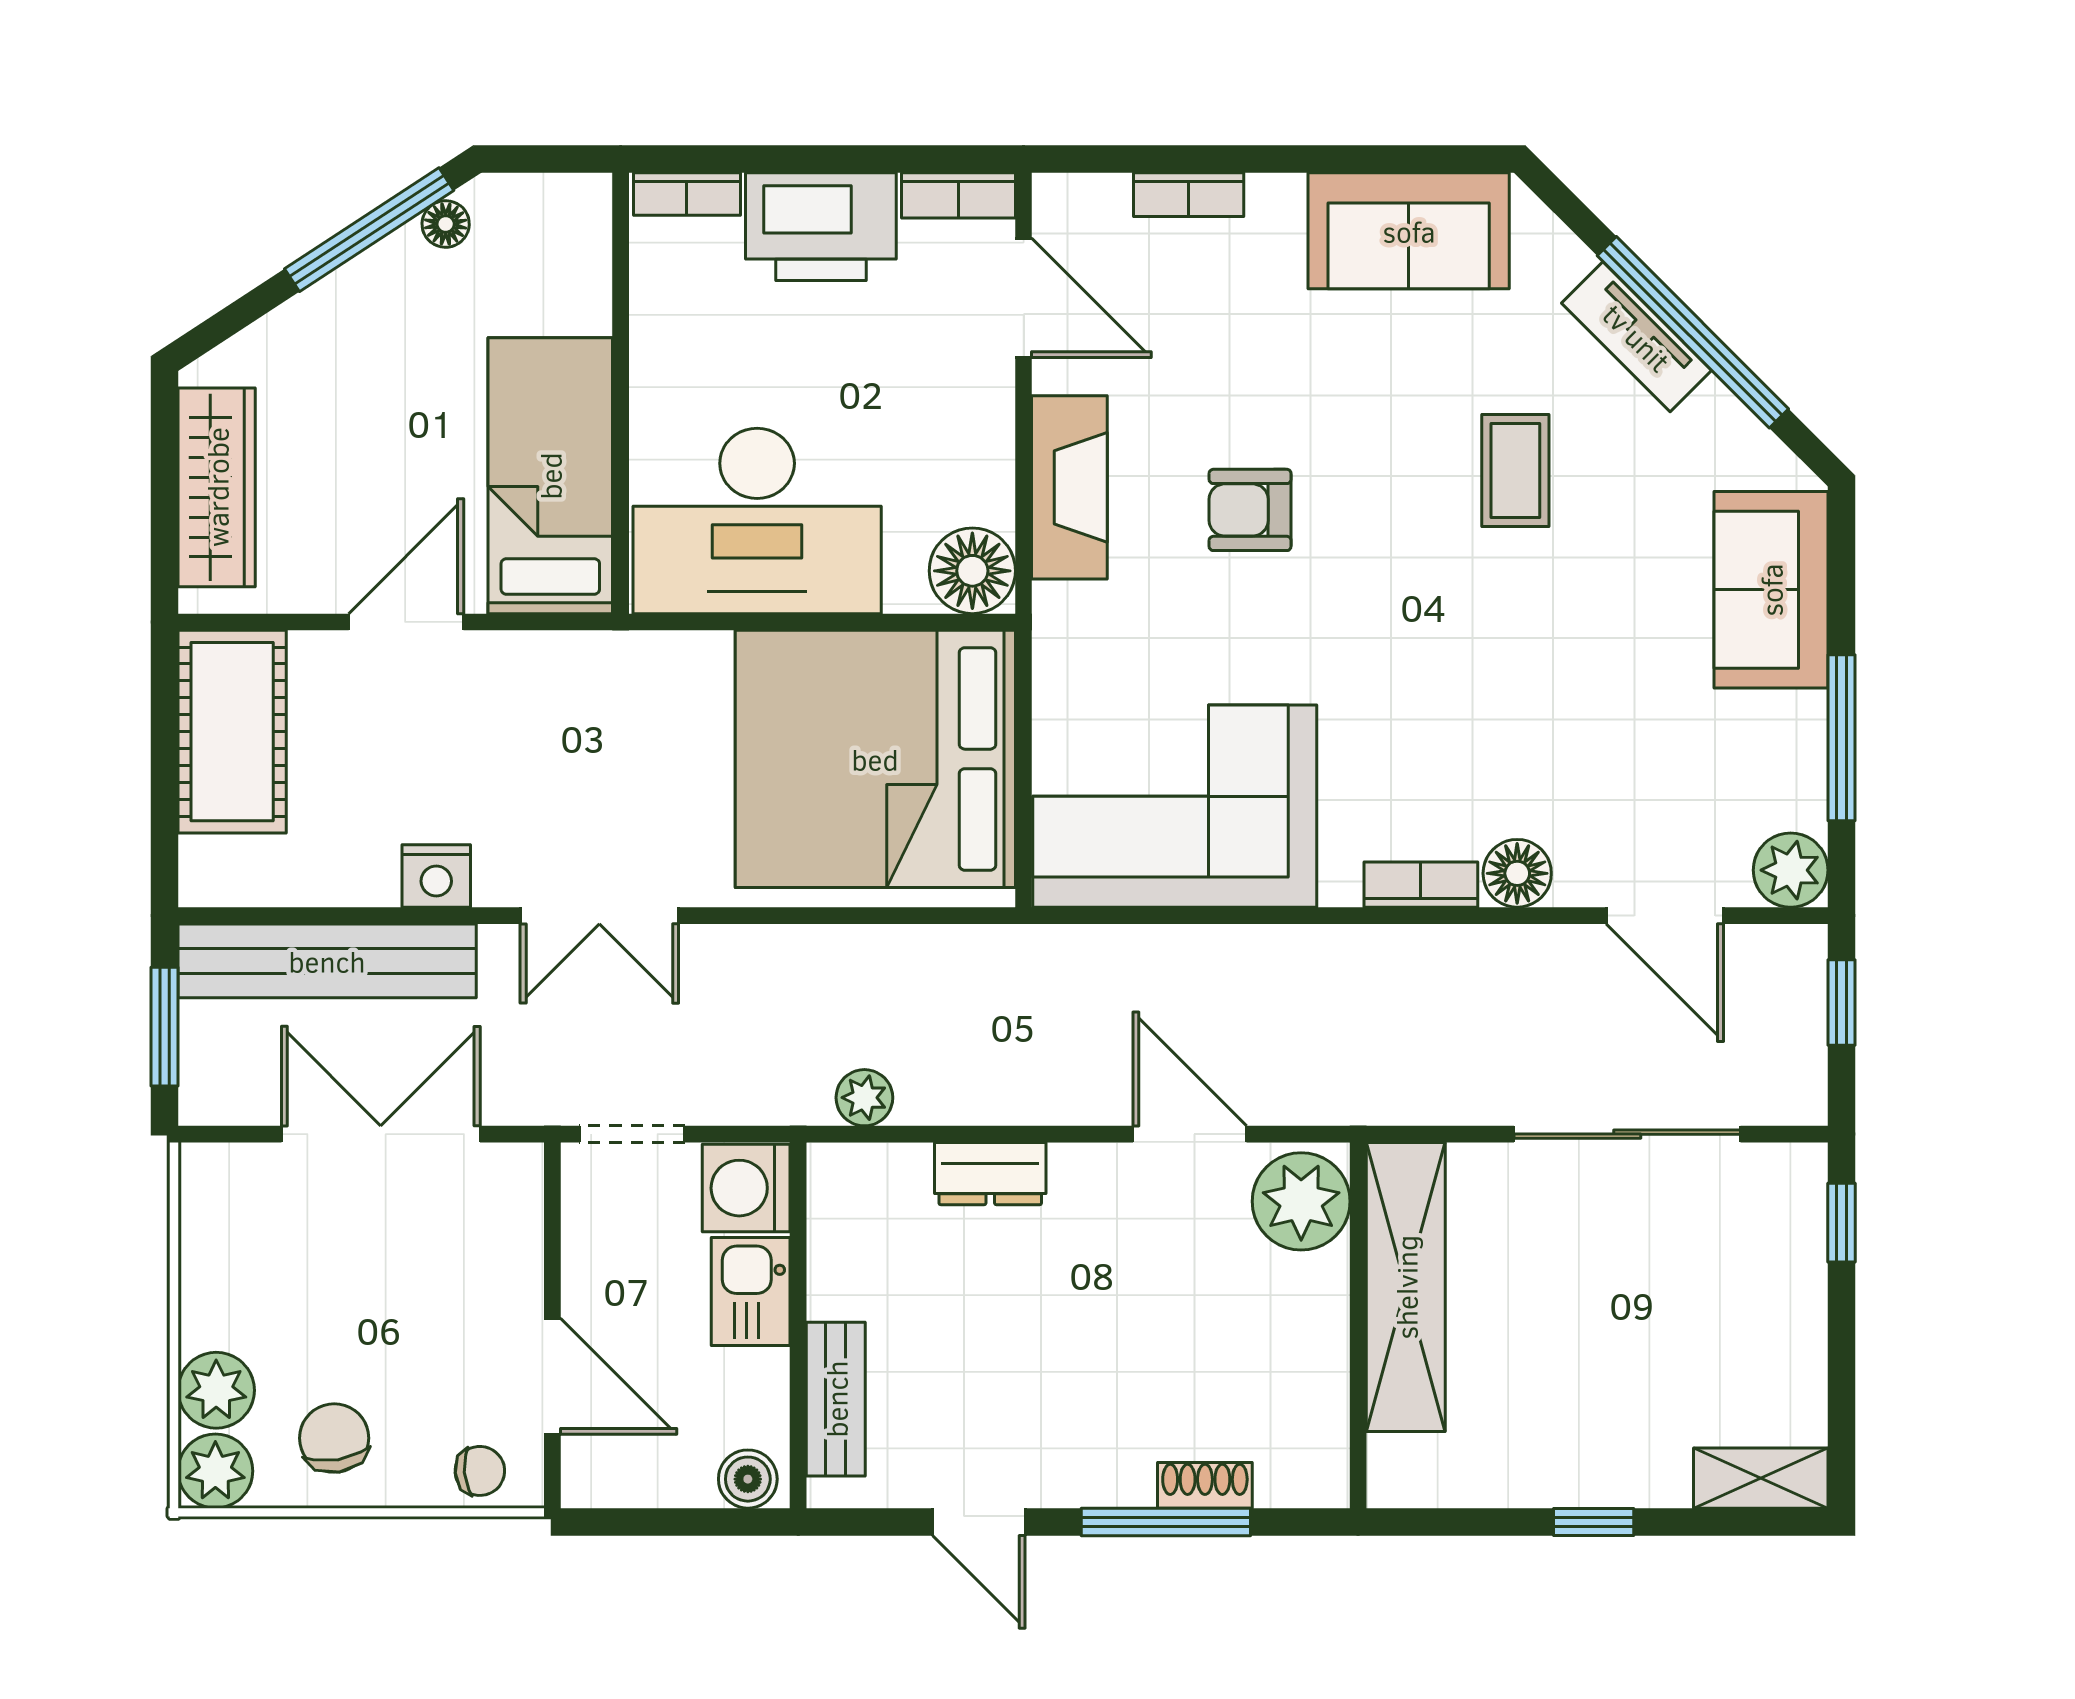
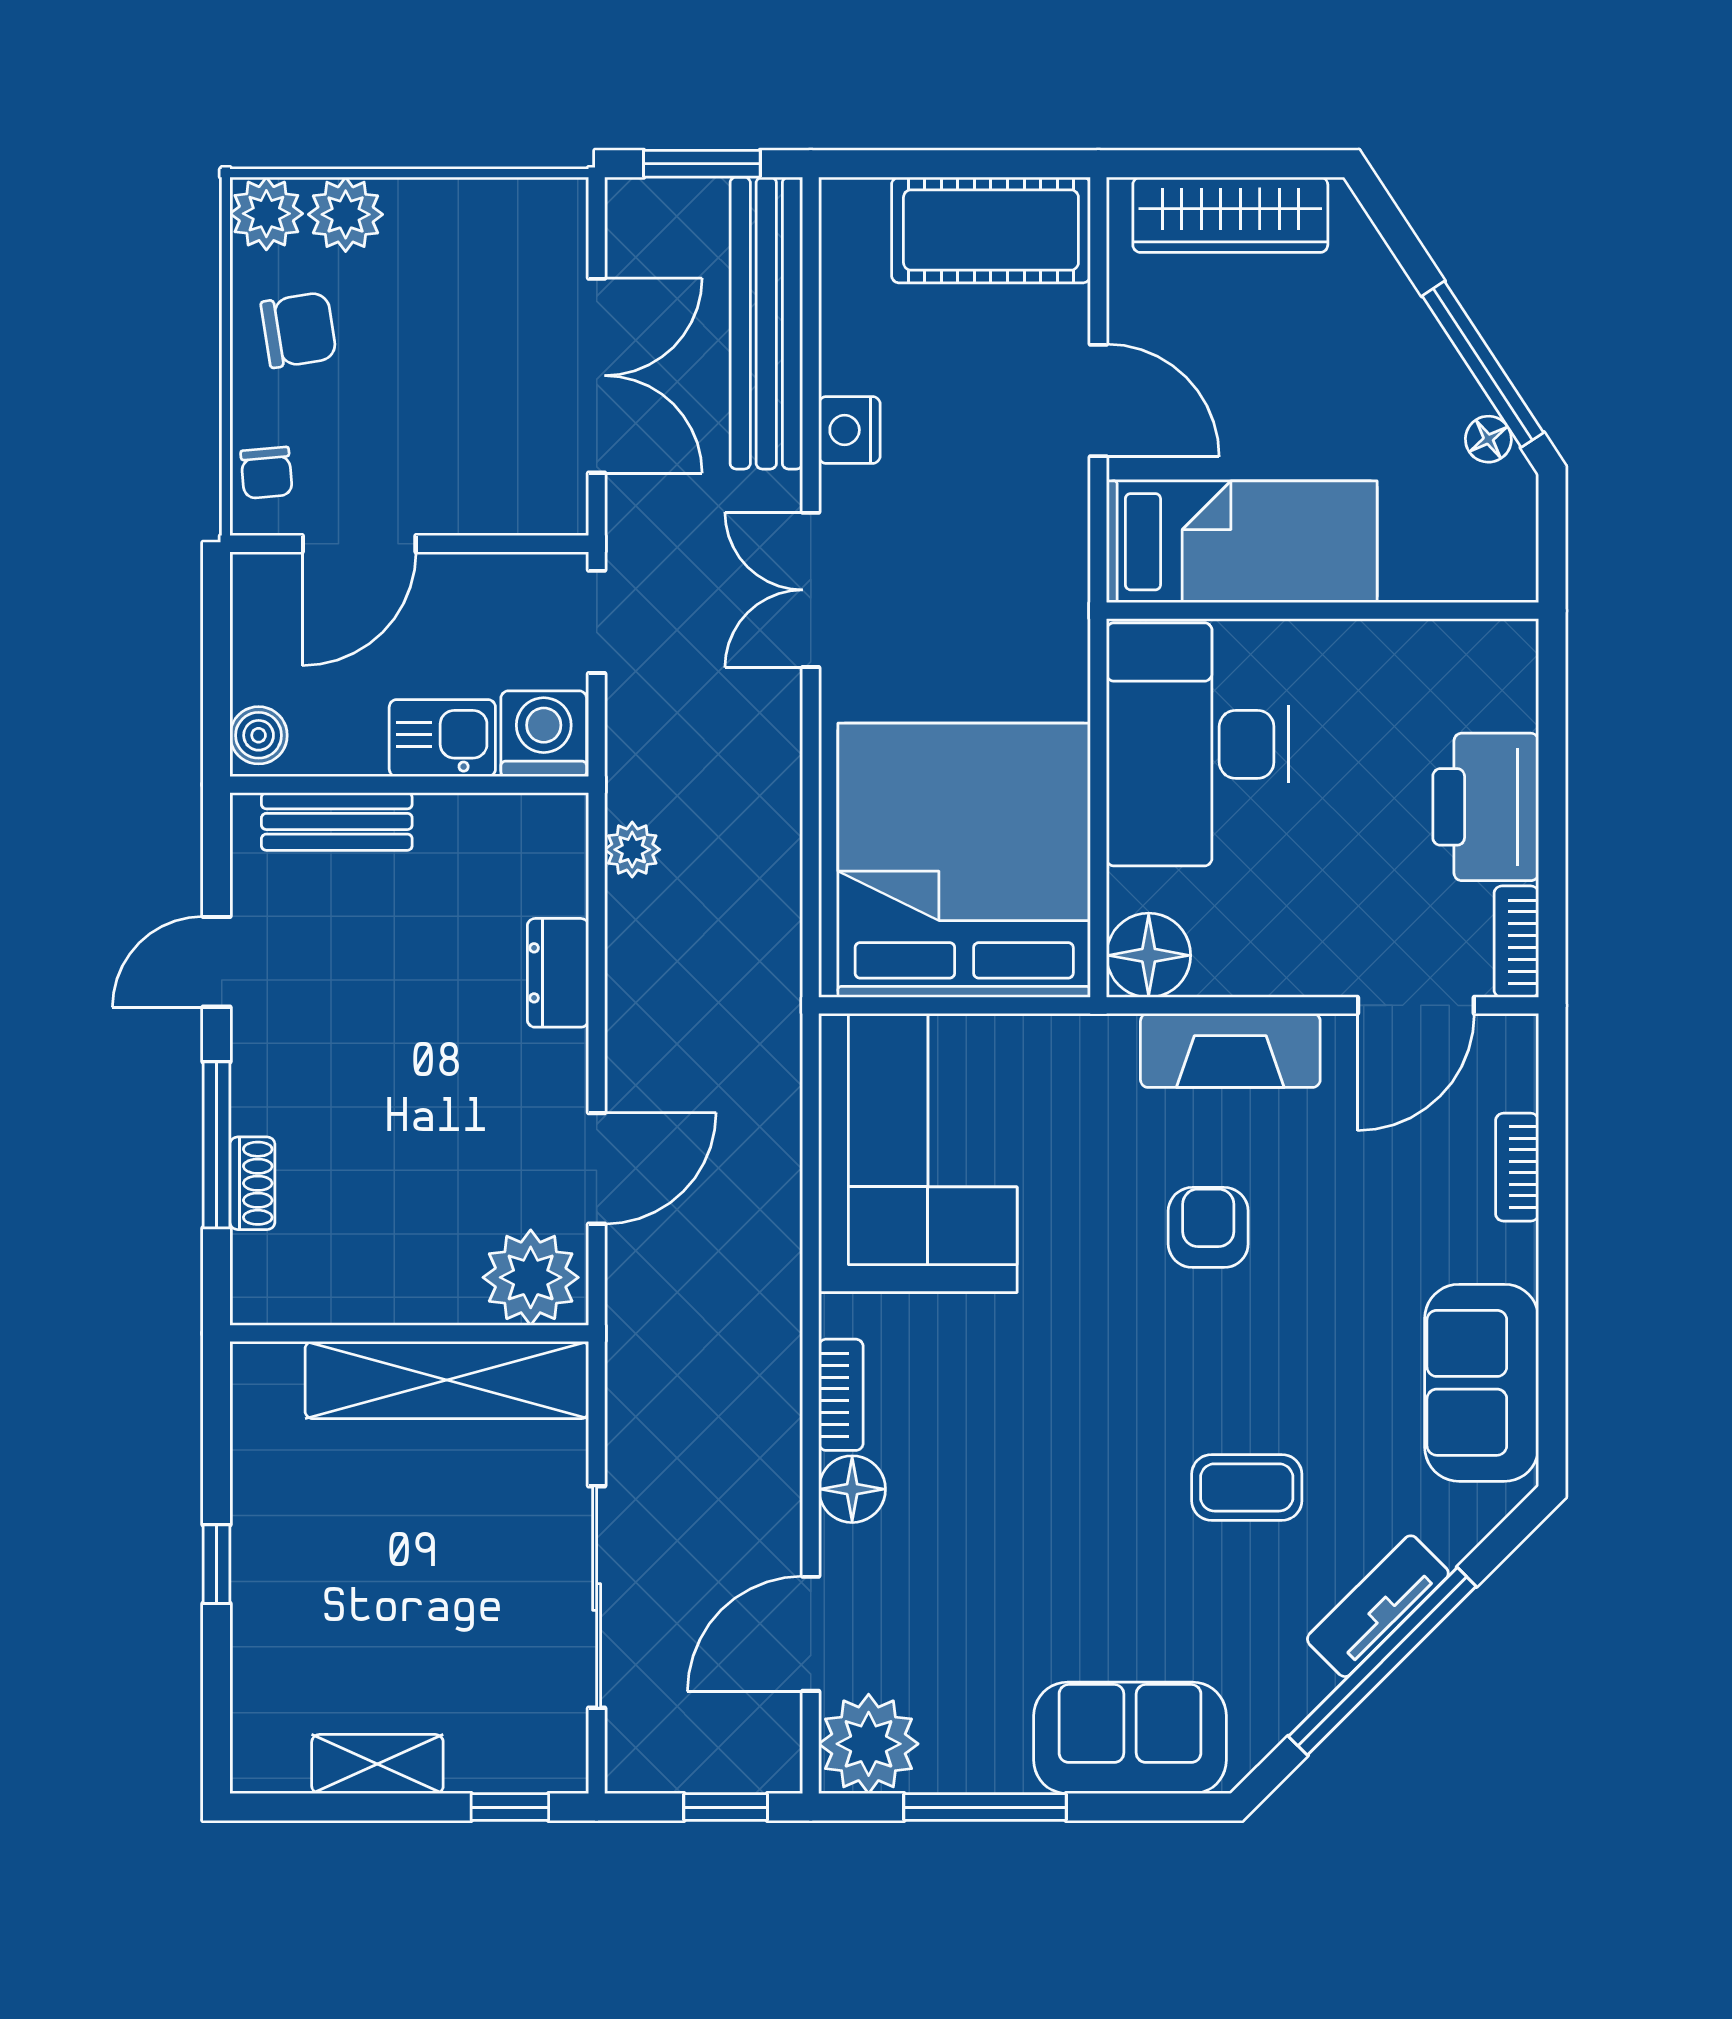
bookcase: (687, 194) -> (1518, 676), removed
plant: (1791, 870) -> (869, 1744), width x1.36, depth x1.36
shelving: (1761, 1478) -> (377, 1764), moved, turned 90

